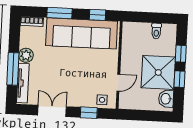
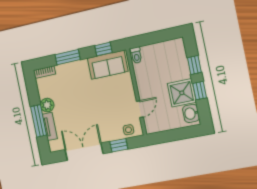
toilet: (156, 31) -> (136, 55), moved
sofa: (82, 33) -> (108, 65), width x0.54, depth x0.79
shower: (158, 72) -> (182, 93), width x0.73, depth x0.73
tv unit: (23, 83) -> (50, 126), width x0.71
double door: (52, 111) -> (84, 152), width x1.37

